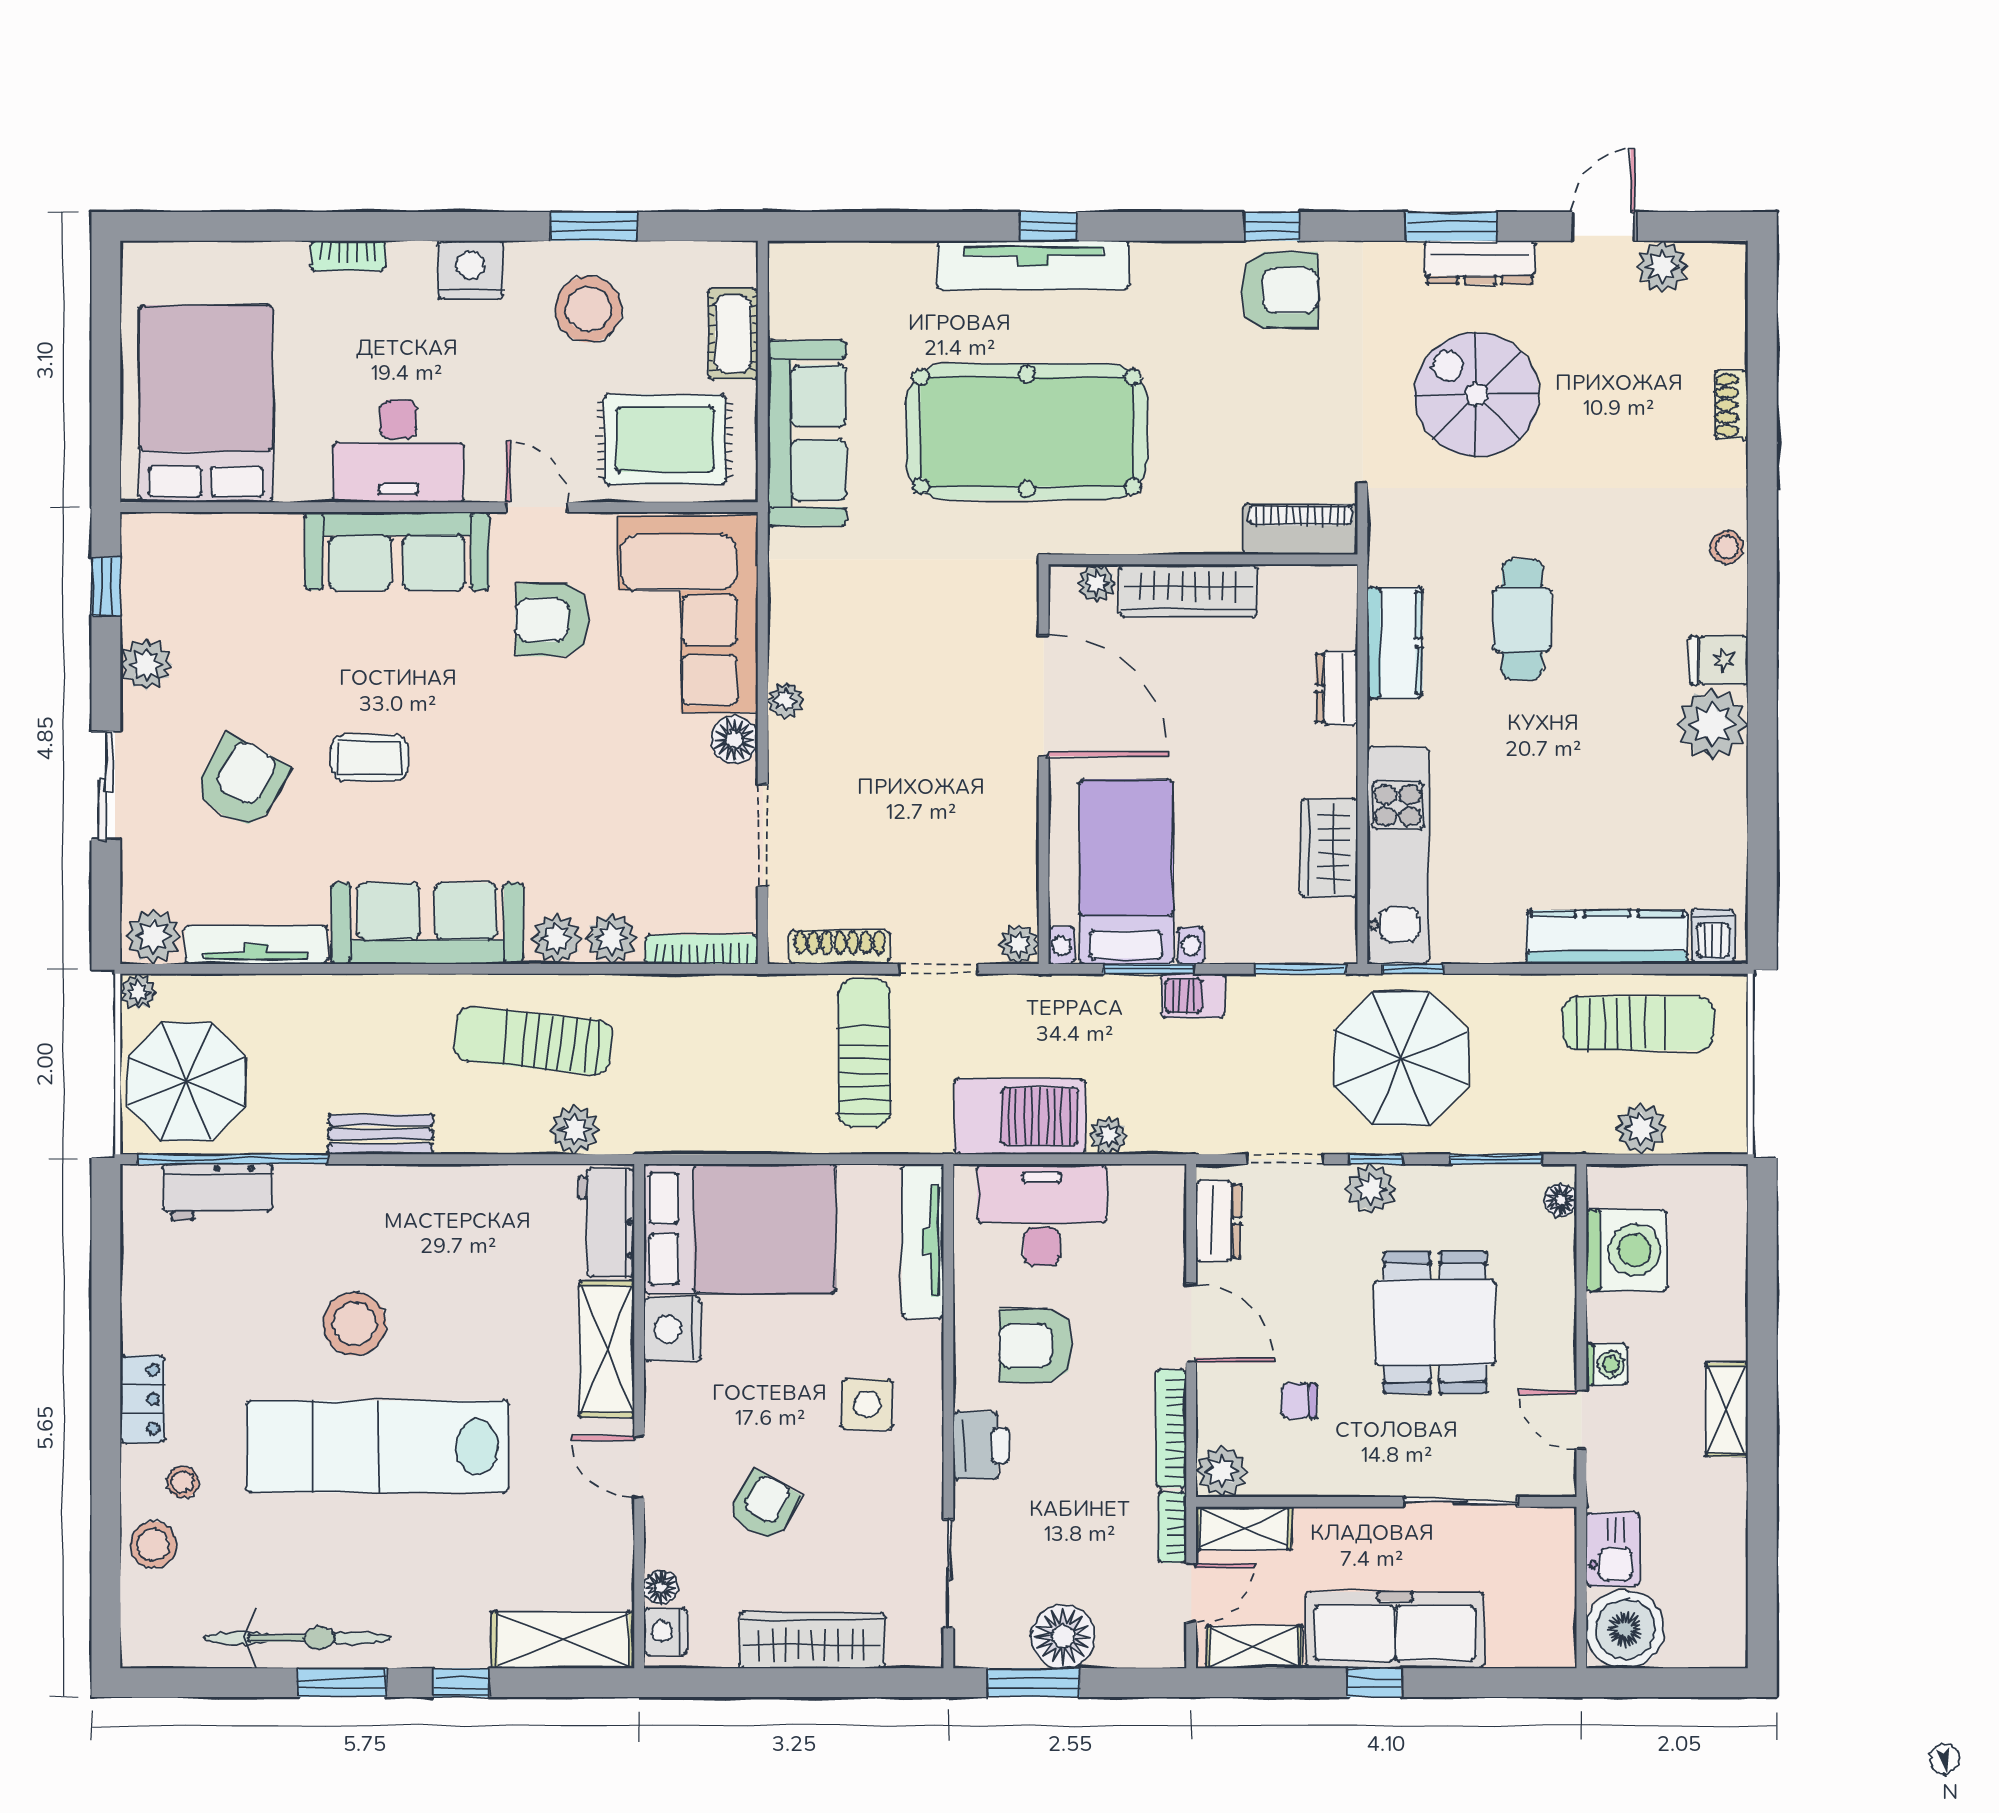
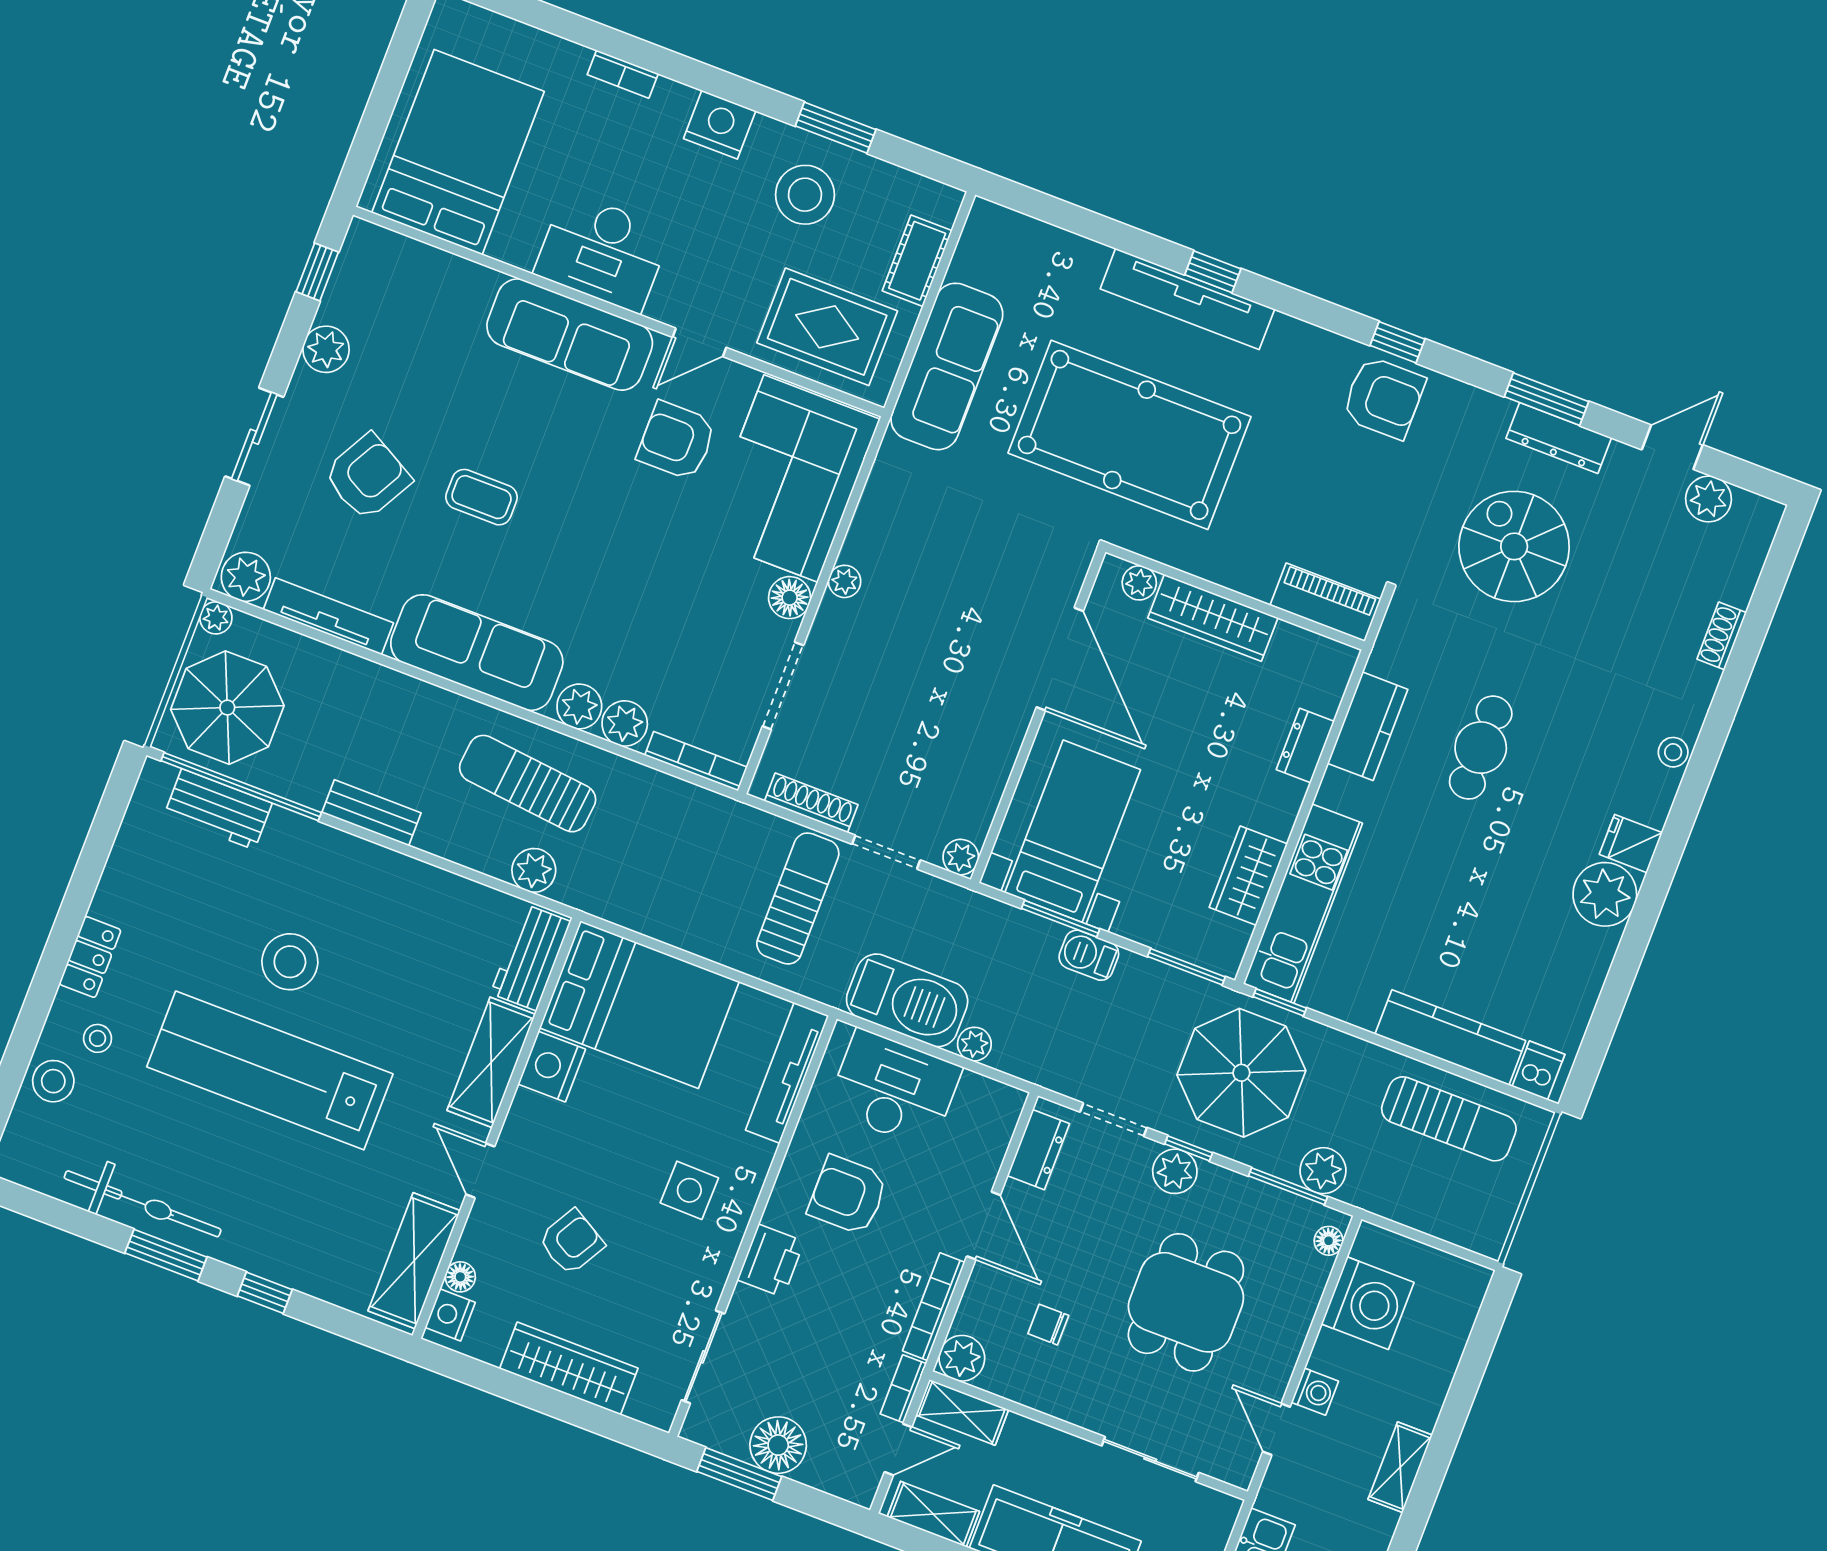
door: (537, 507) -> (699, 342), swing flipped
plant: (1641, 1129) -> (1323, 1171), moved
shelving: (563, 1640) -> (414, 1261), moved, turned 90

